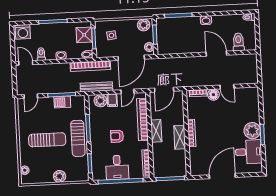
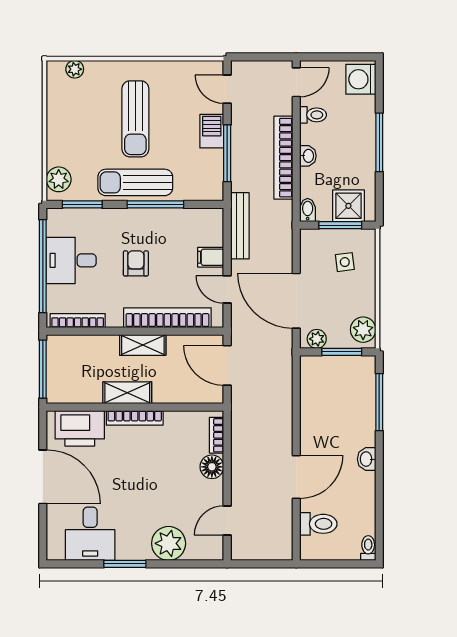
bookcase: (90, 66) -> (283, 158), moved
door: (227, 87) -> (227, 520), moved
plant: (100, 101) -> (211, 233), removed
barbecue: (62, 102) -> (212, 131), moved
plant: (252, 131) -> (169, 543), moved
printer: (198, 159) -> (80, 428), added
plant: (60, 176) -> (59, 179), moved

